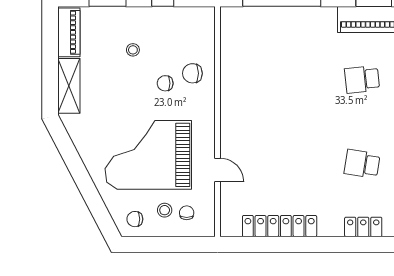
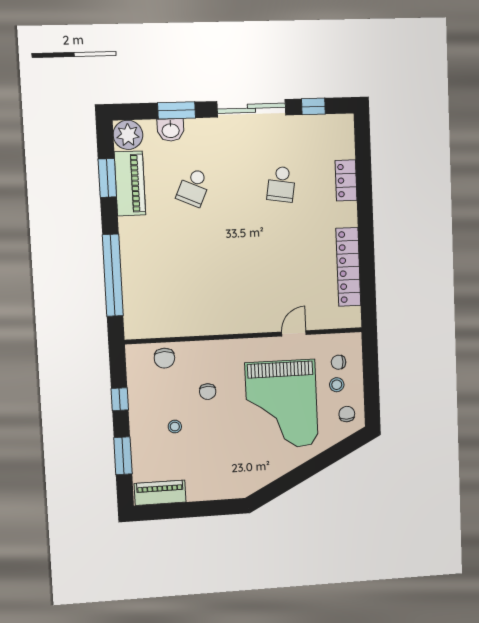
chair: (192, 73) -> (164, 358), moved
school desk: (362, 79) -> (194, 187), turned 30
shelving: (69, 86) -> (215, 489), removed
chair: (135, 219) -> (347, 414), turned 180

